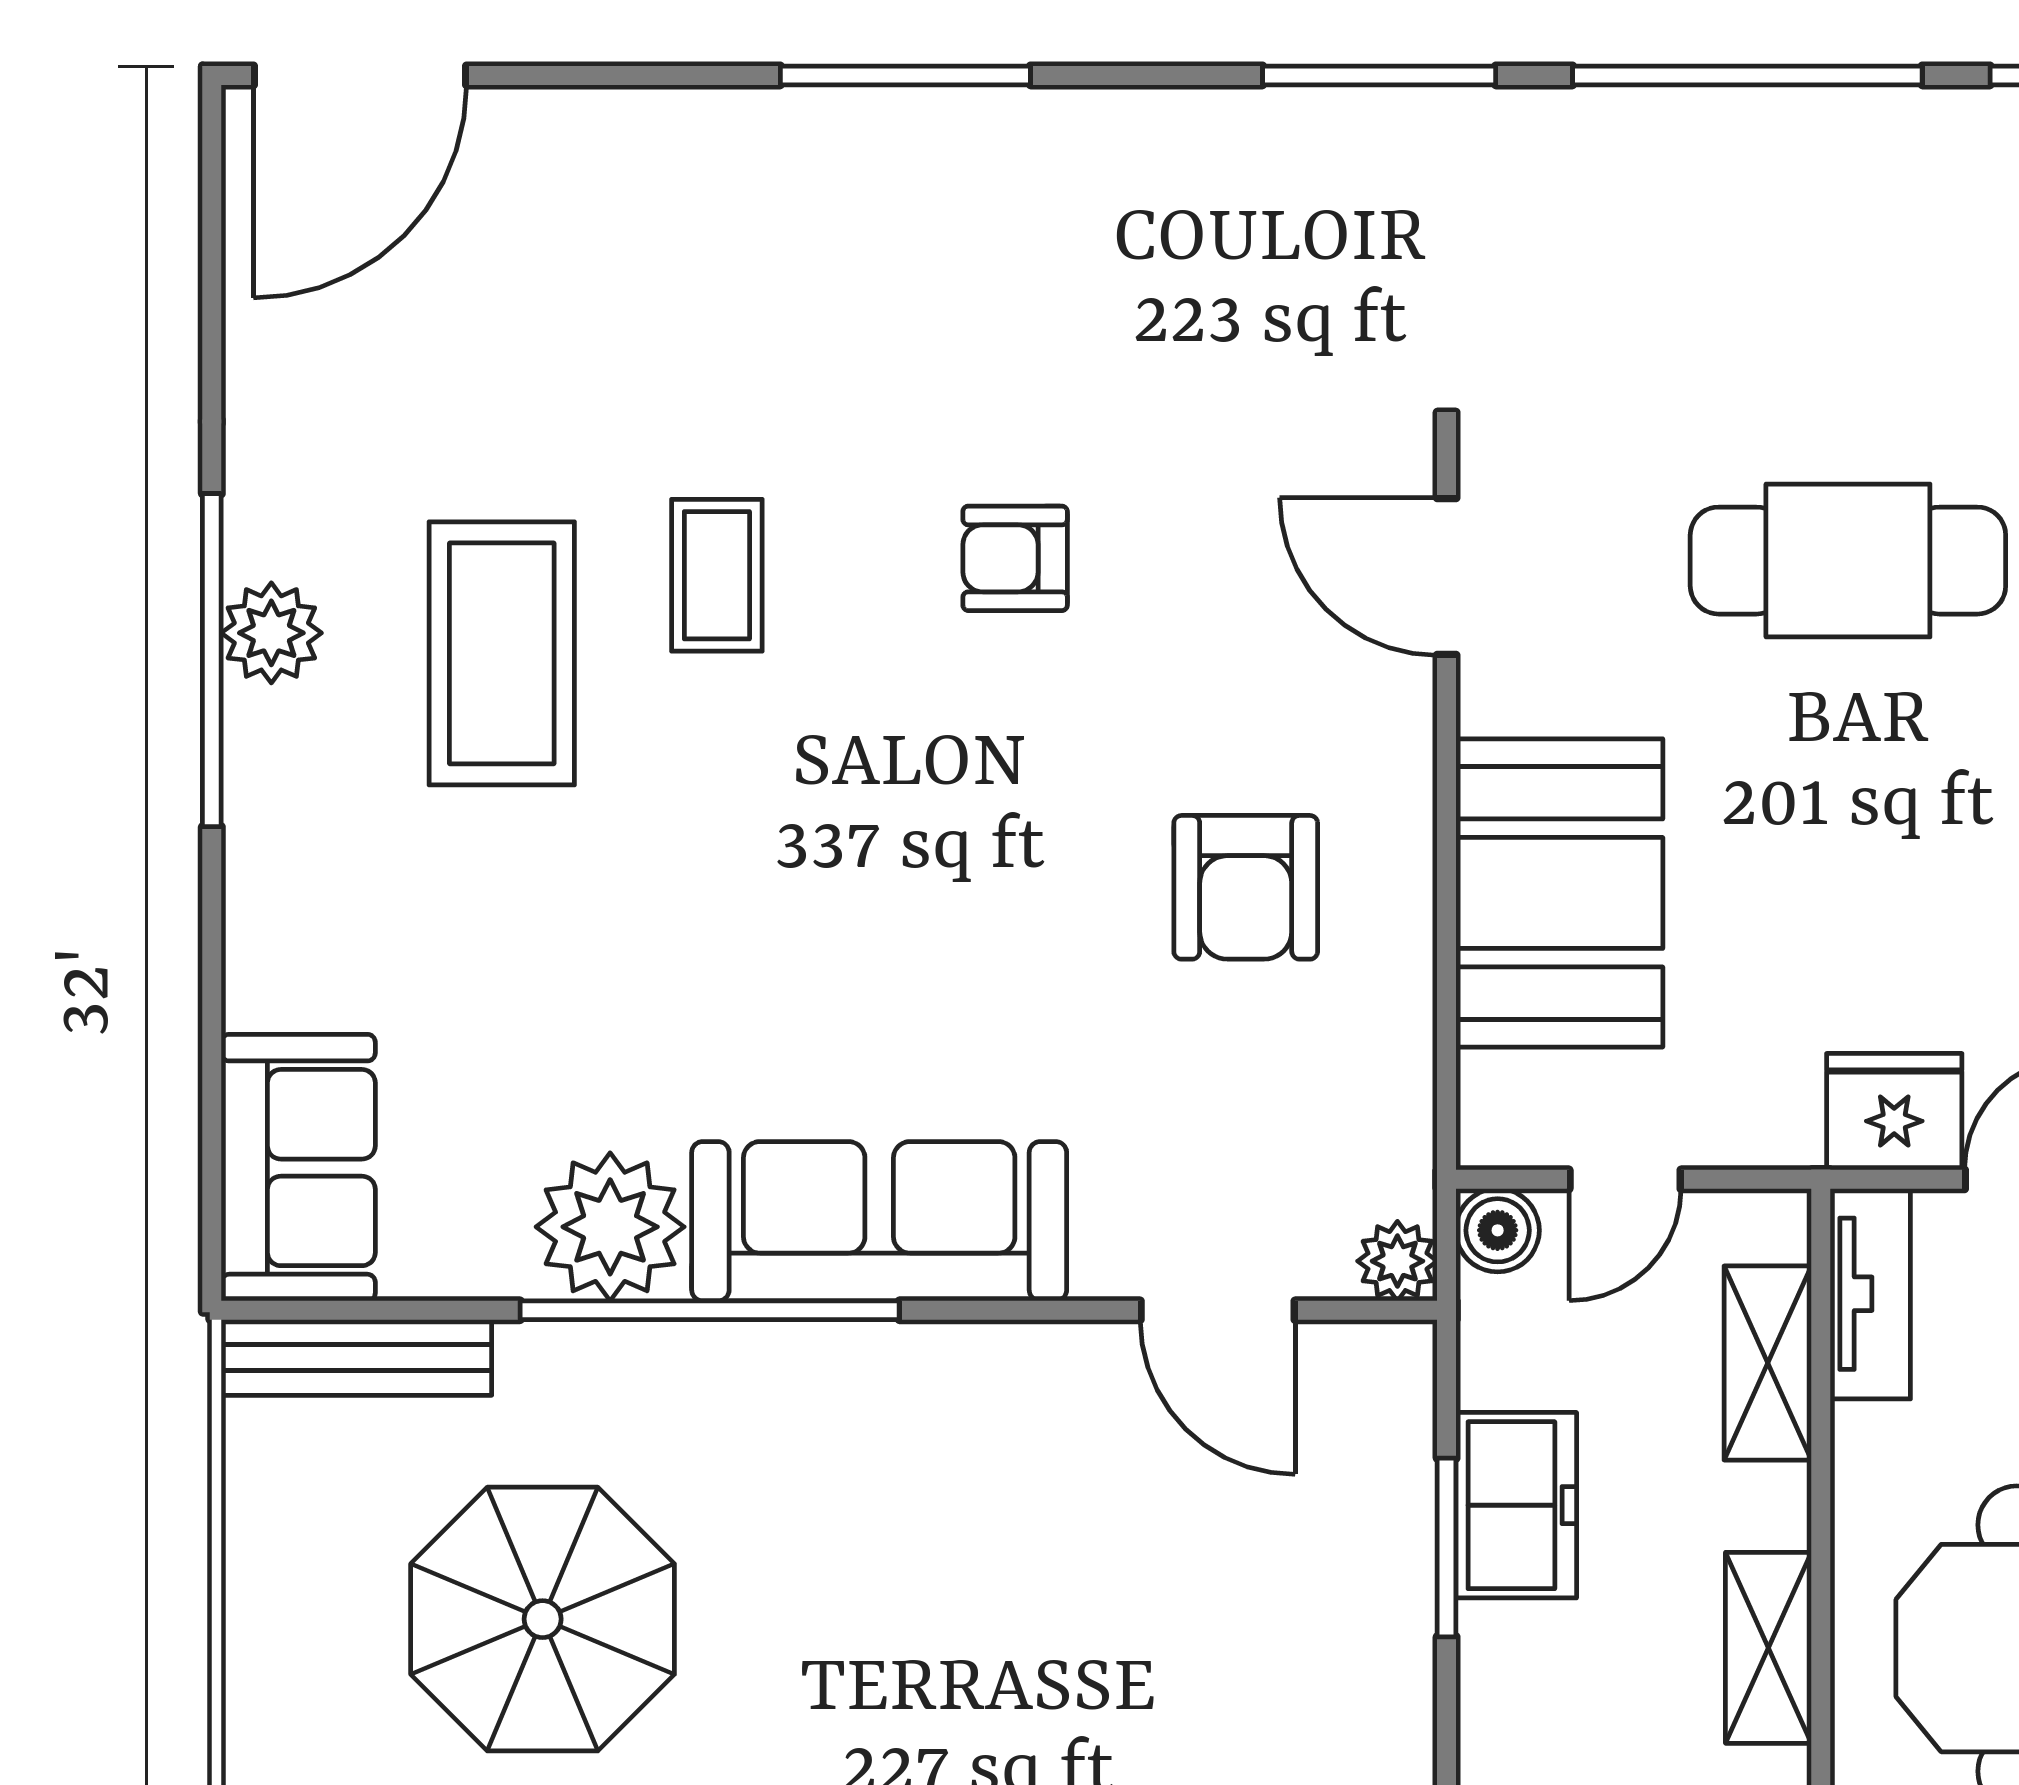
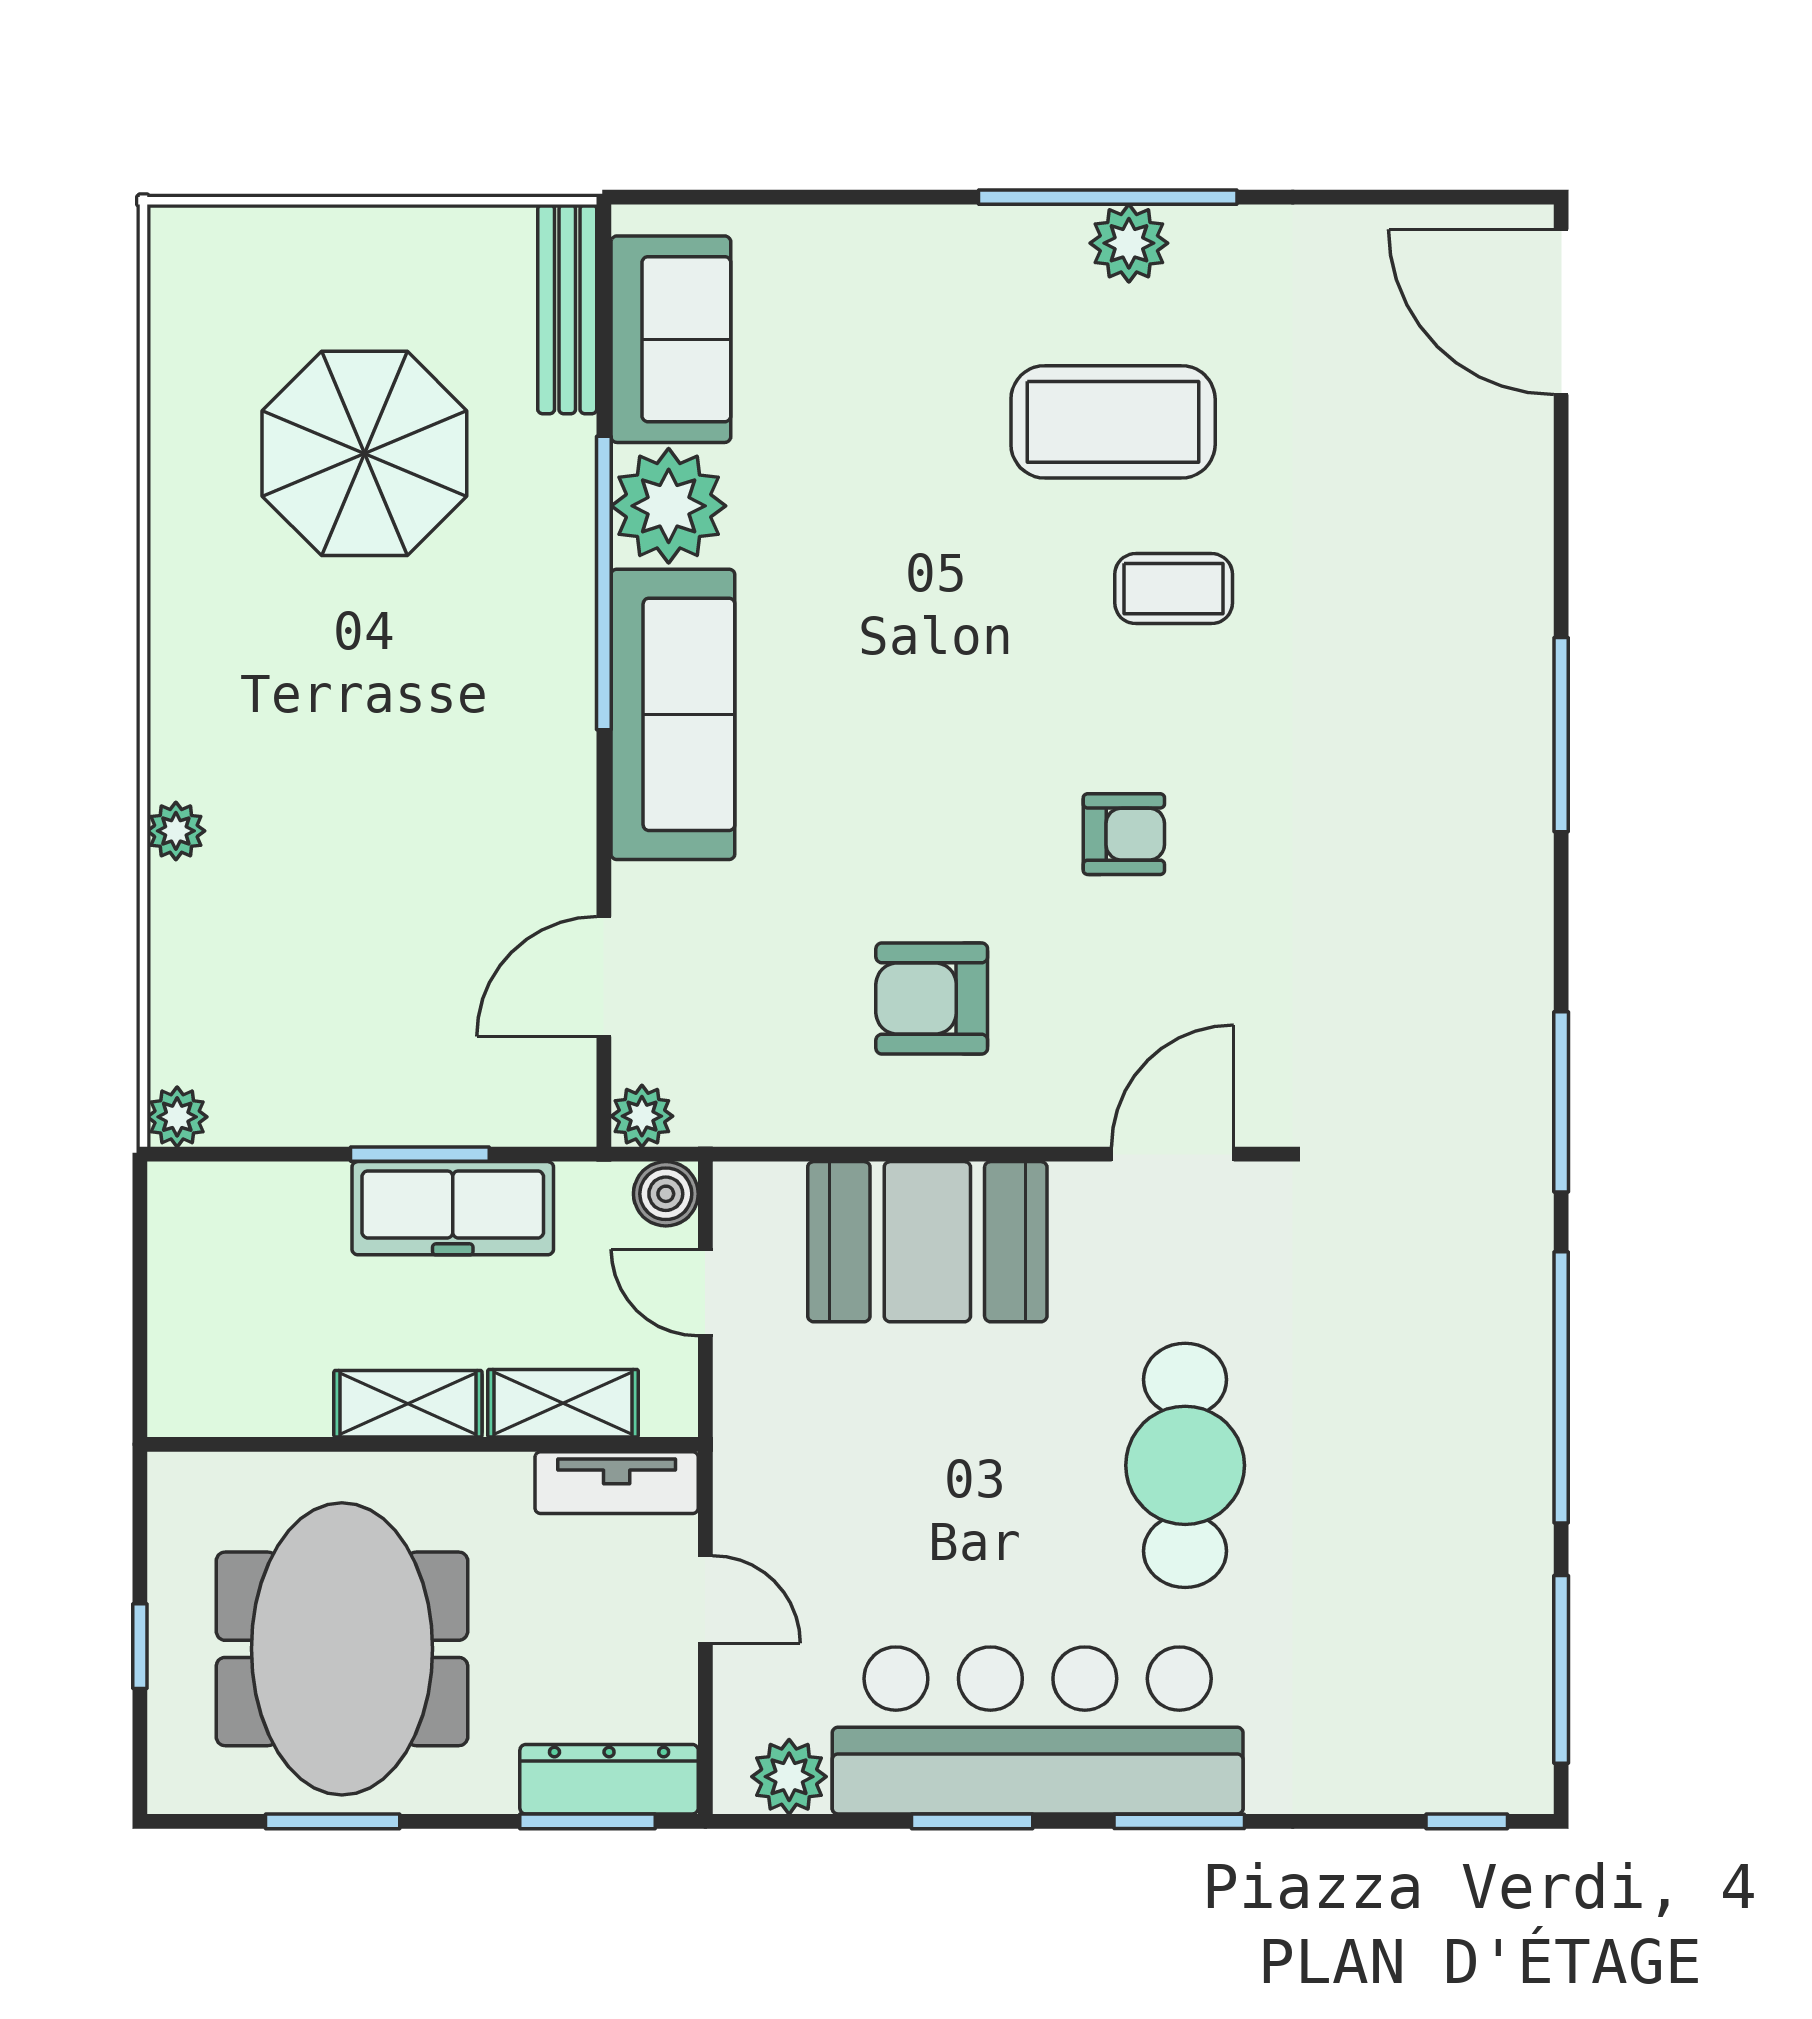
armchair: (1015, 558) -> (1124, 834), moved, turned 90
fridge: (1894, 1112) -> (758, 1501), removed
sofa: (298, 1168) -> (671, 339), moved, turned -90
freezer: (1516, 1505) -> (453, 1208), width x1.40
shelving: (1768, 1648) -> (408, 1404), moved

